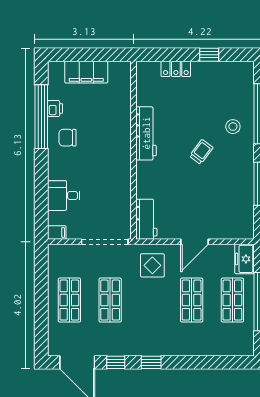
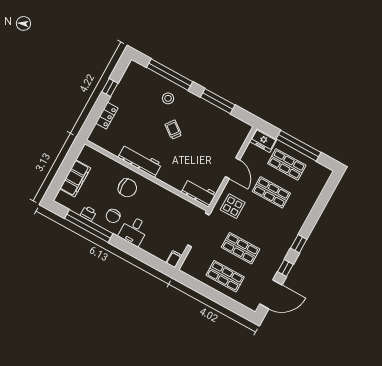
chair: (108, 136) -> (127, 188), added
desk: (64, 196) -> (134, 231), moved

